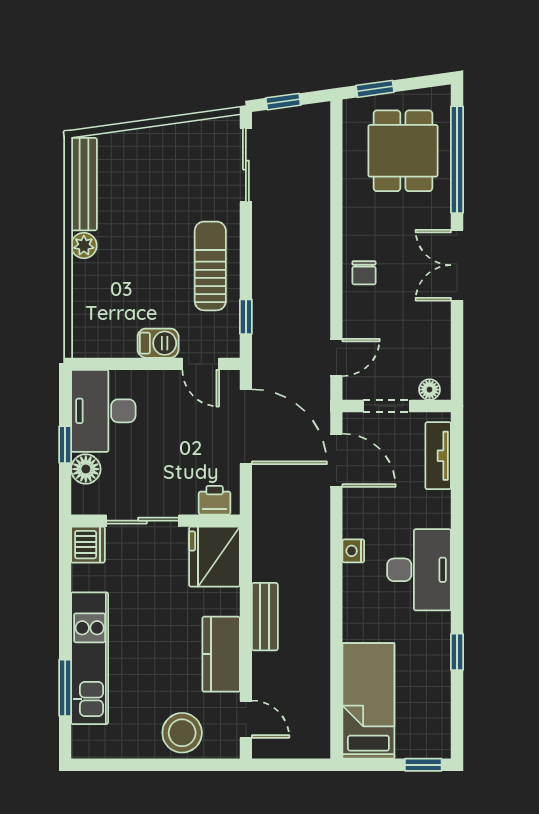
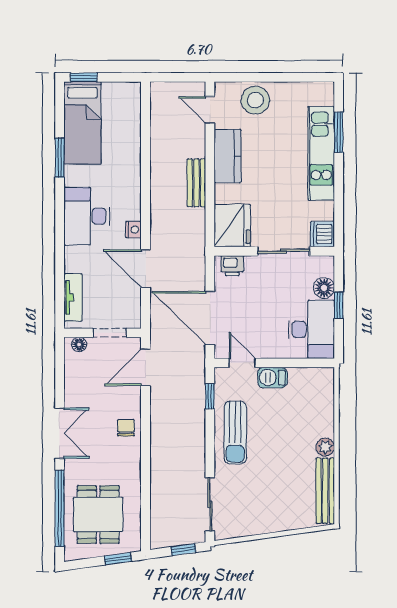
door: (336, 357) -> (146, 367), width x1.38
door: (336, 460) -> (146, 269), moved
window: (457, 652) -> (60, 158), width x1.50
bed: (368, 701) -> (82, 123), moved

